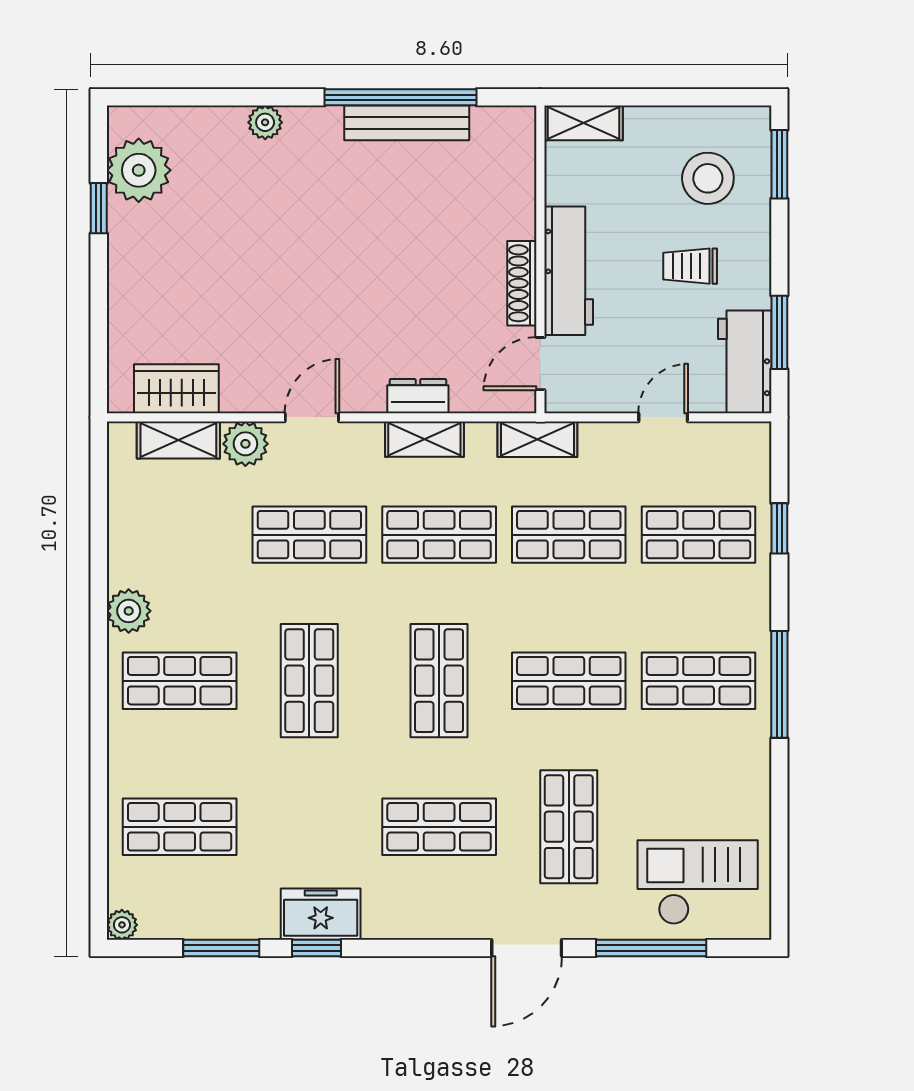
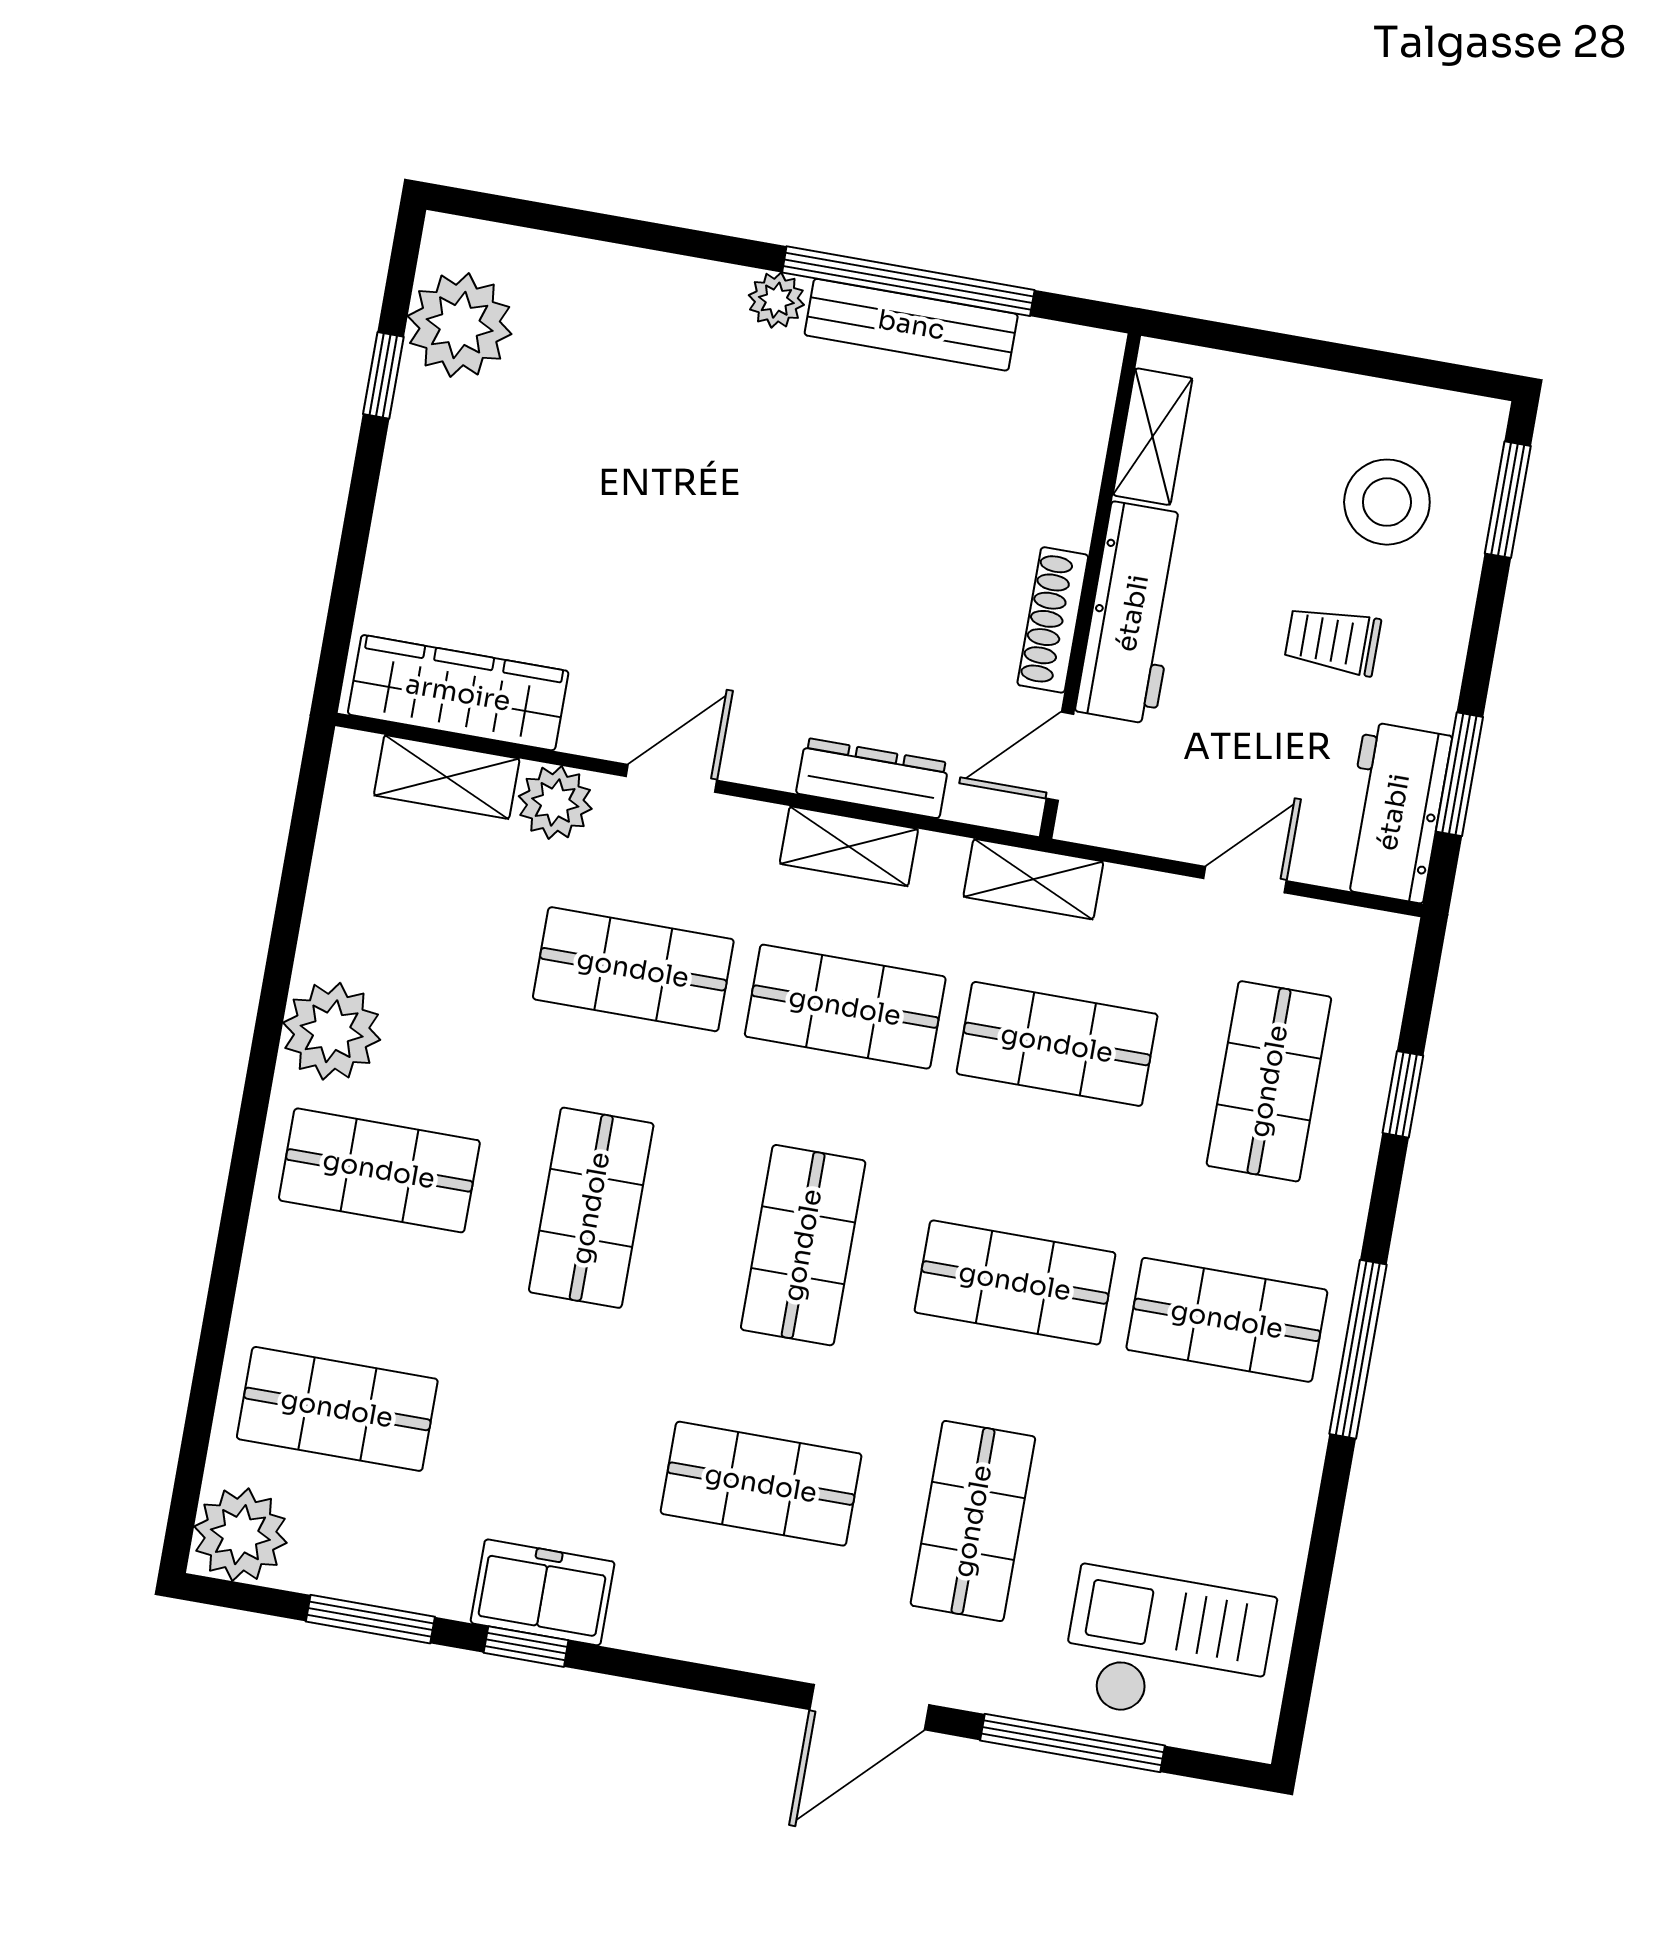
plant: (265, 122) -> (776, 300), moved
shelving: (583, 123) -> (1153, 437), moved, turned 90
wardrobe: (176, 389) -> (458, 693), width x1.50
dresser: (418, 396) -> (872, 778), width x1.44
shop shelf: (699, 535) -> (1269, 1081), turned 90
plant: (129, 611) -> (332, 1031), width x1.36, depth x1.36
plant: (122, 925) -> (240, 1535), width x1.87, depth x1.87

